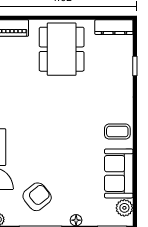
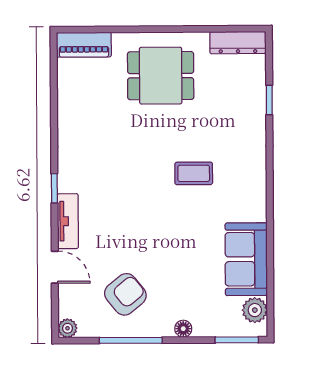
dining table: (62, 49) -> (161, 76), width x0.73
coffee table: (117, 132) -> (194, 173), moved

